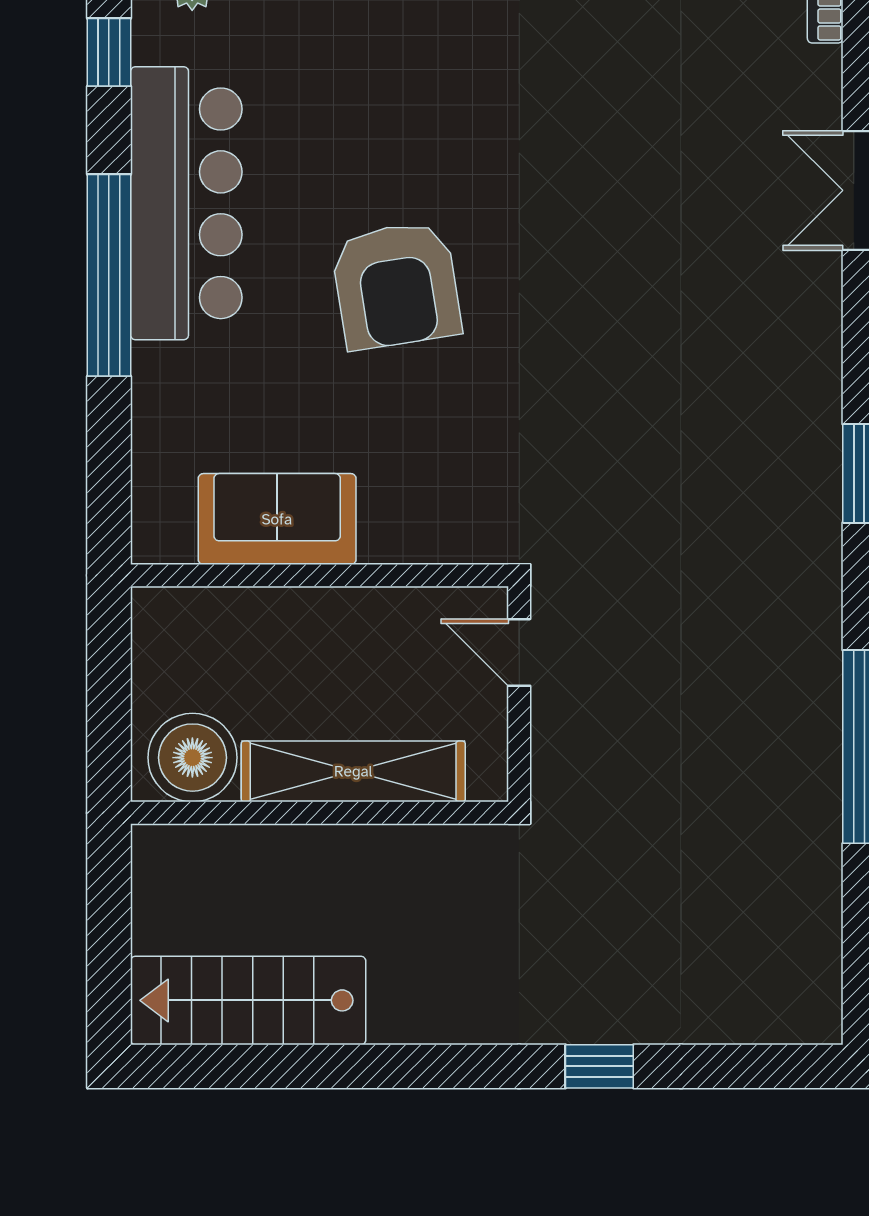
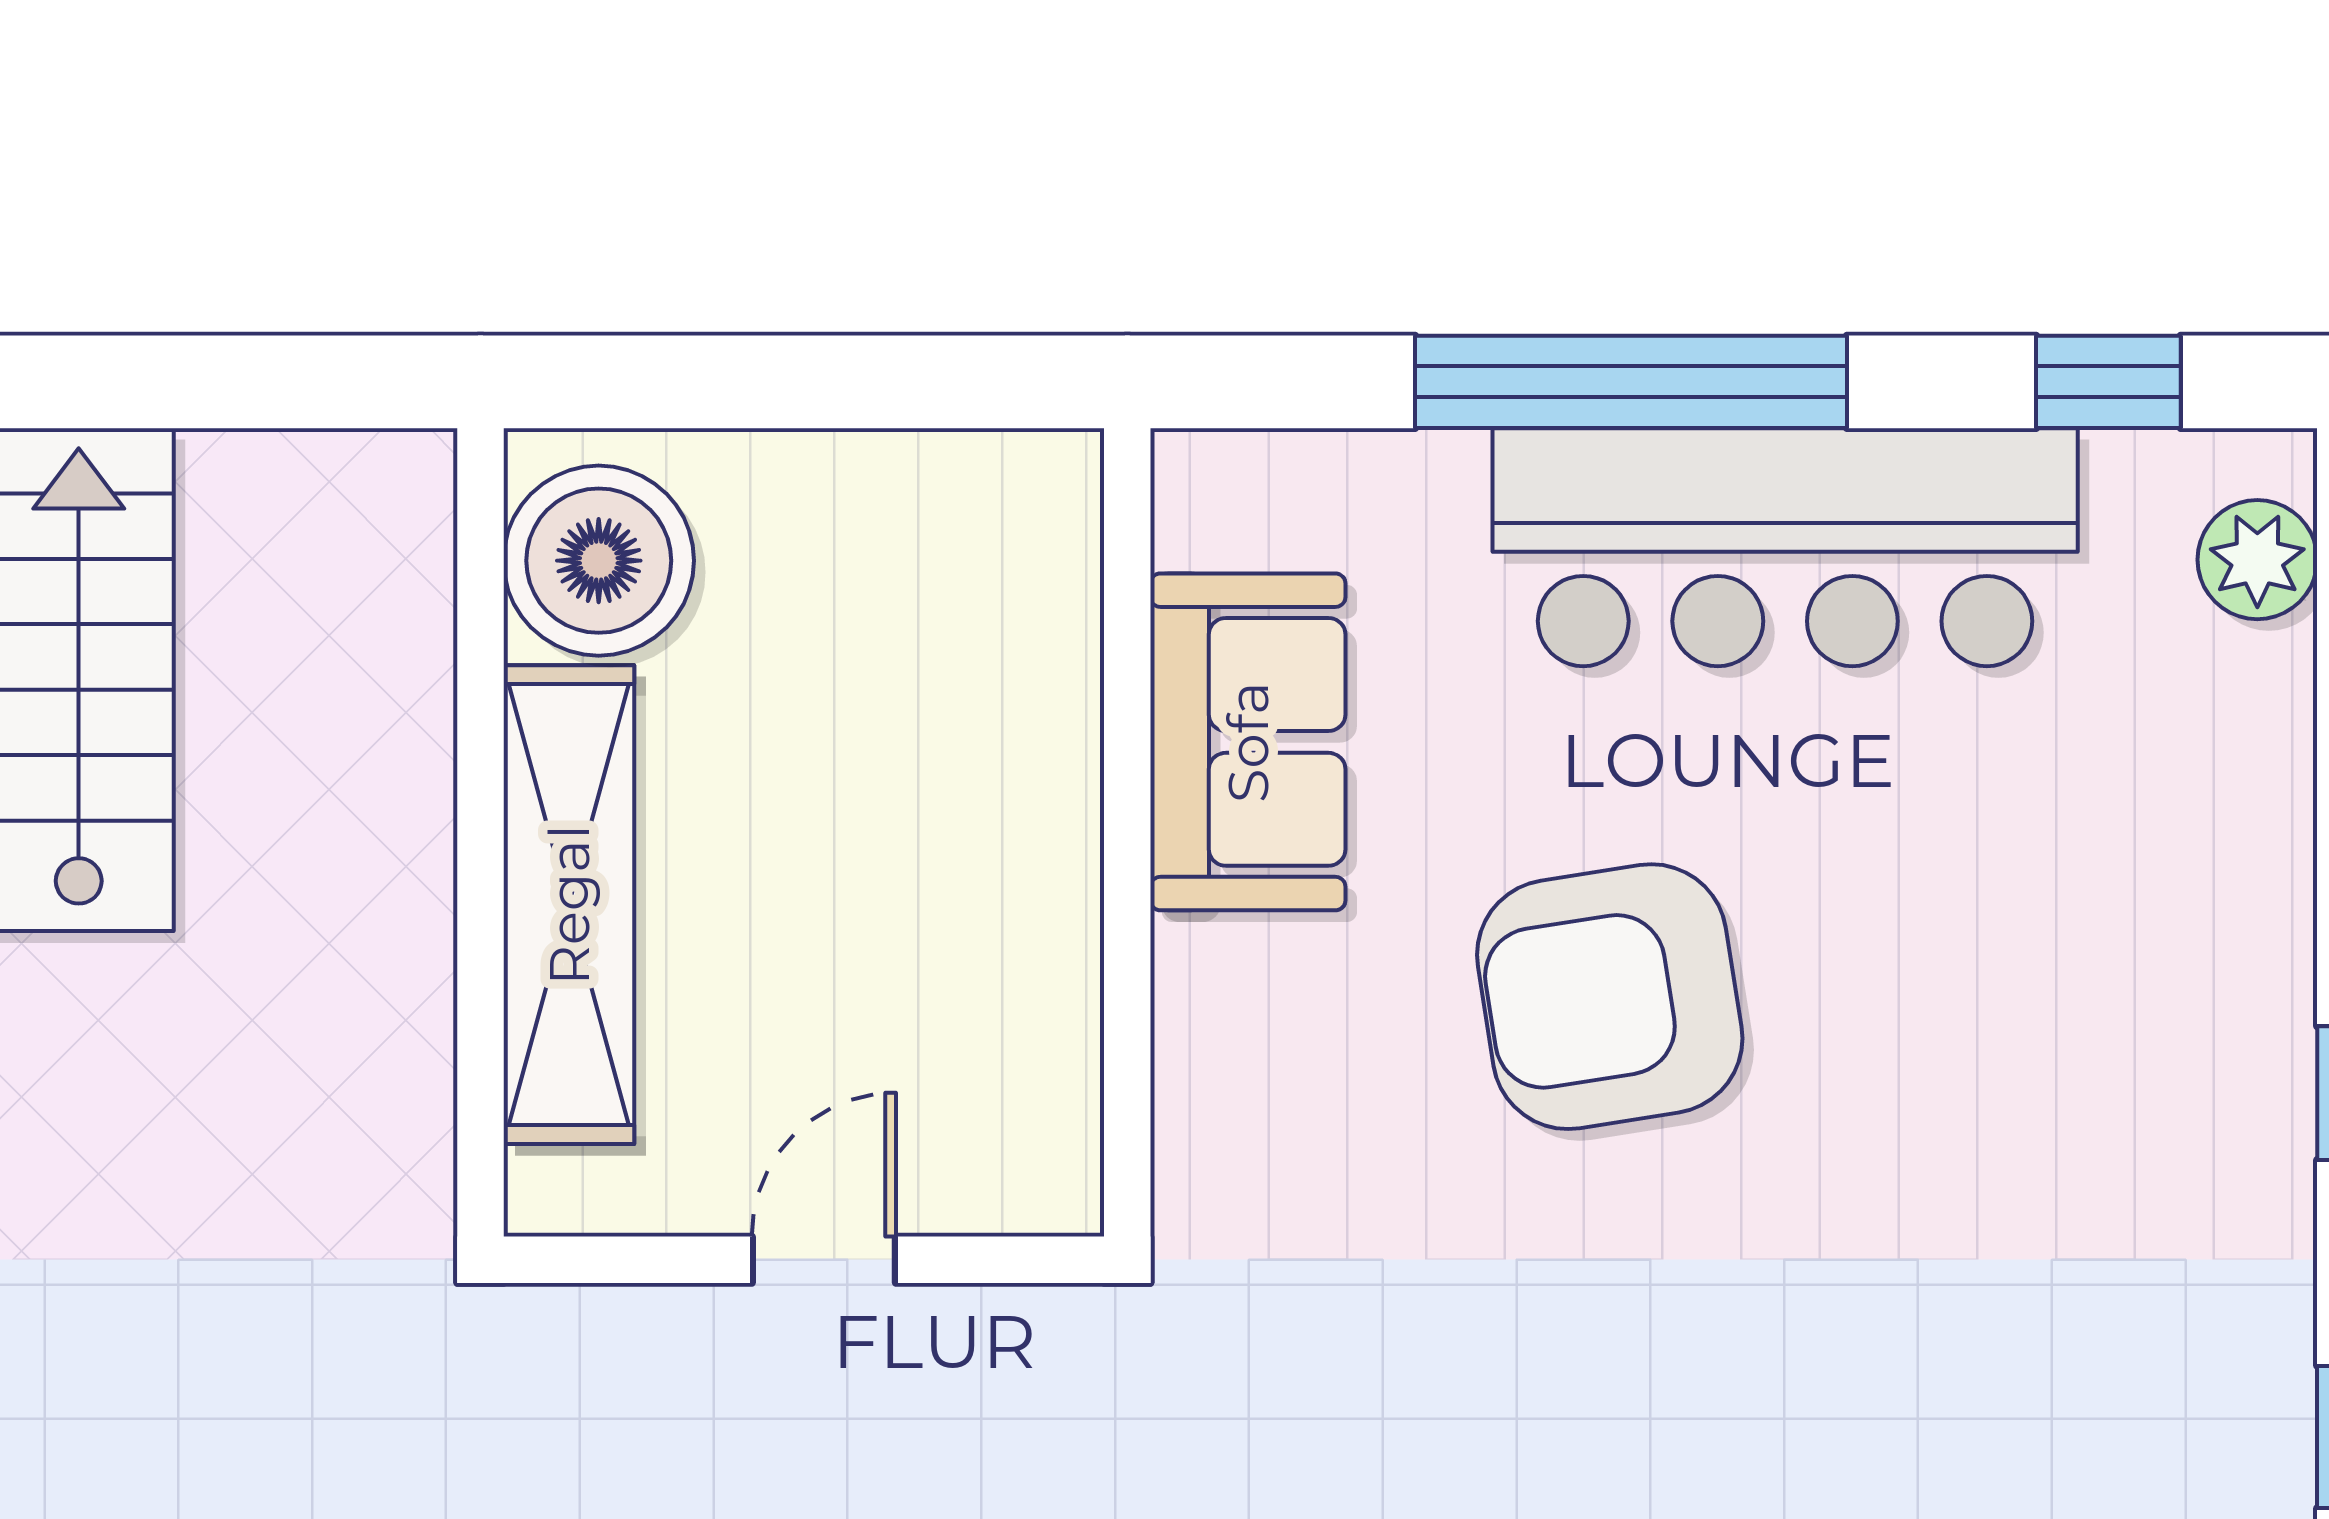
sofa: (277, 519) -> (1248, 742), moved
wall: (319, 575) -> (1127, 832), moved

